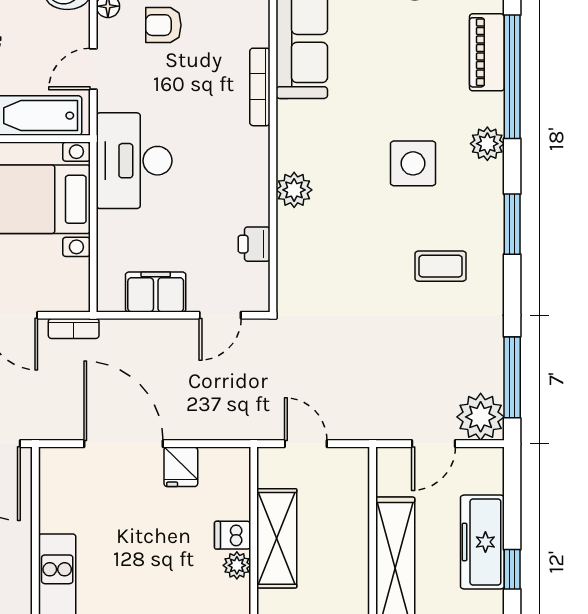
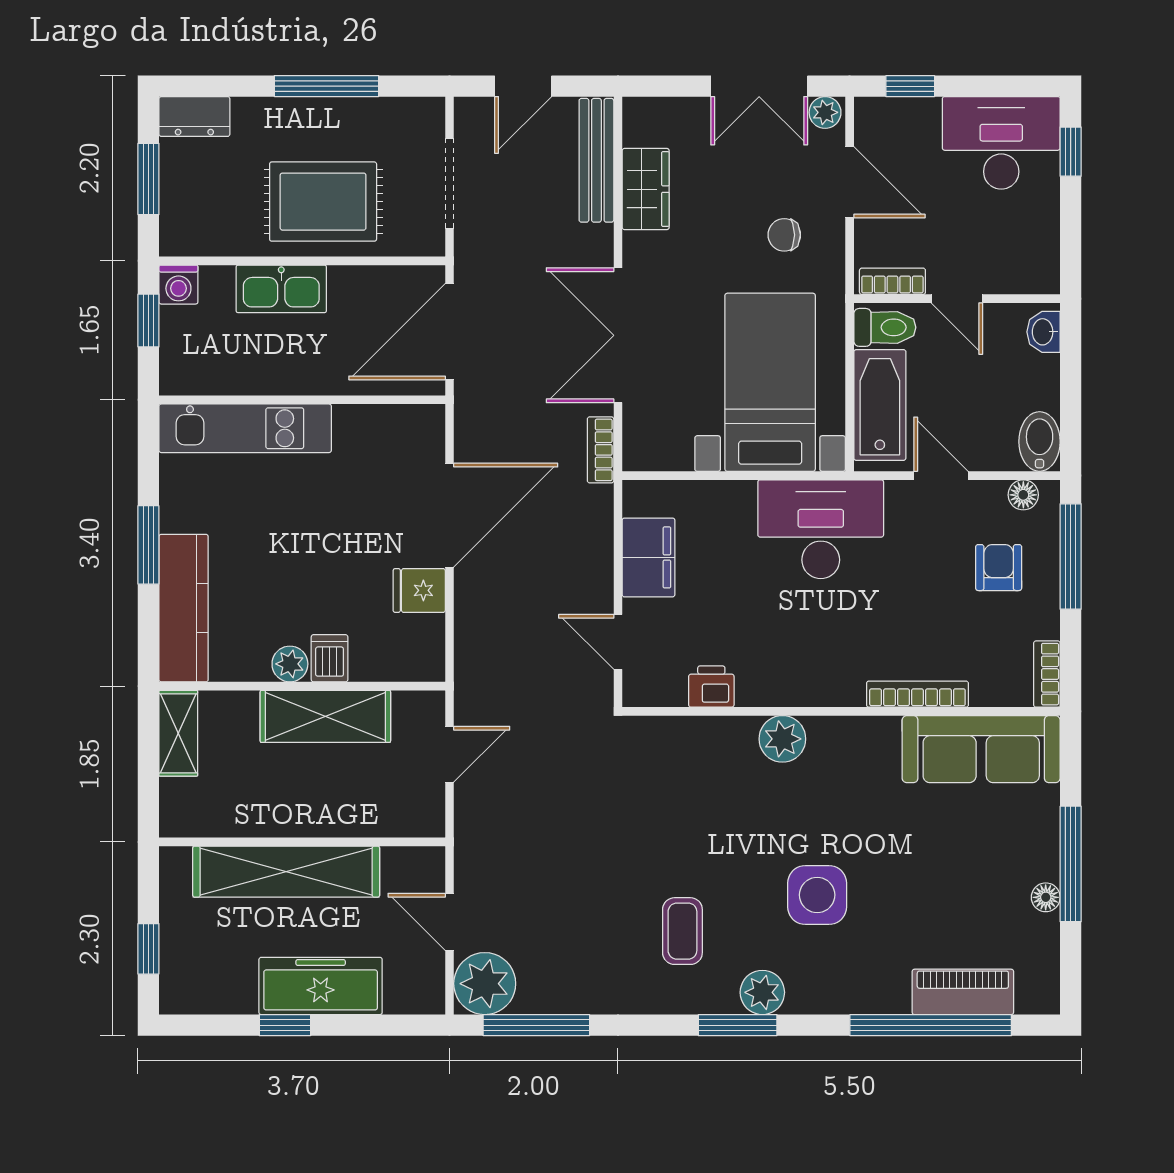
plant: (487, 144) -> (762, 992), moved

